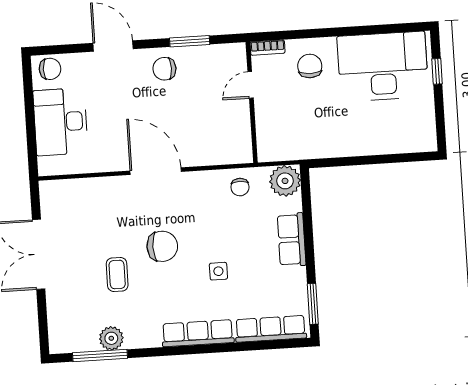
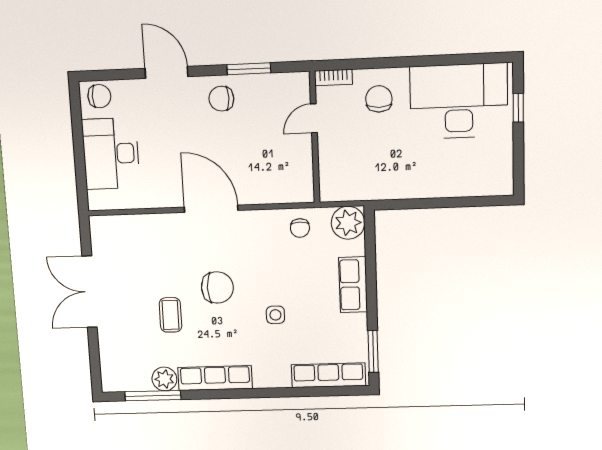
row of seats: (198, 333) -> (215, 378), moved

